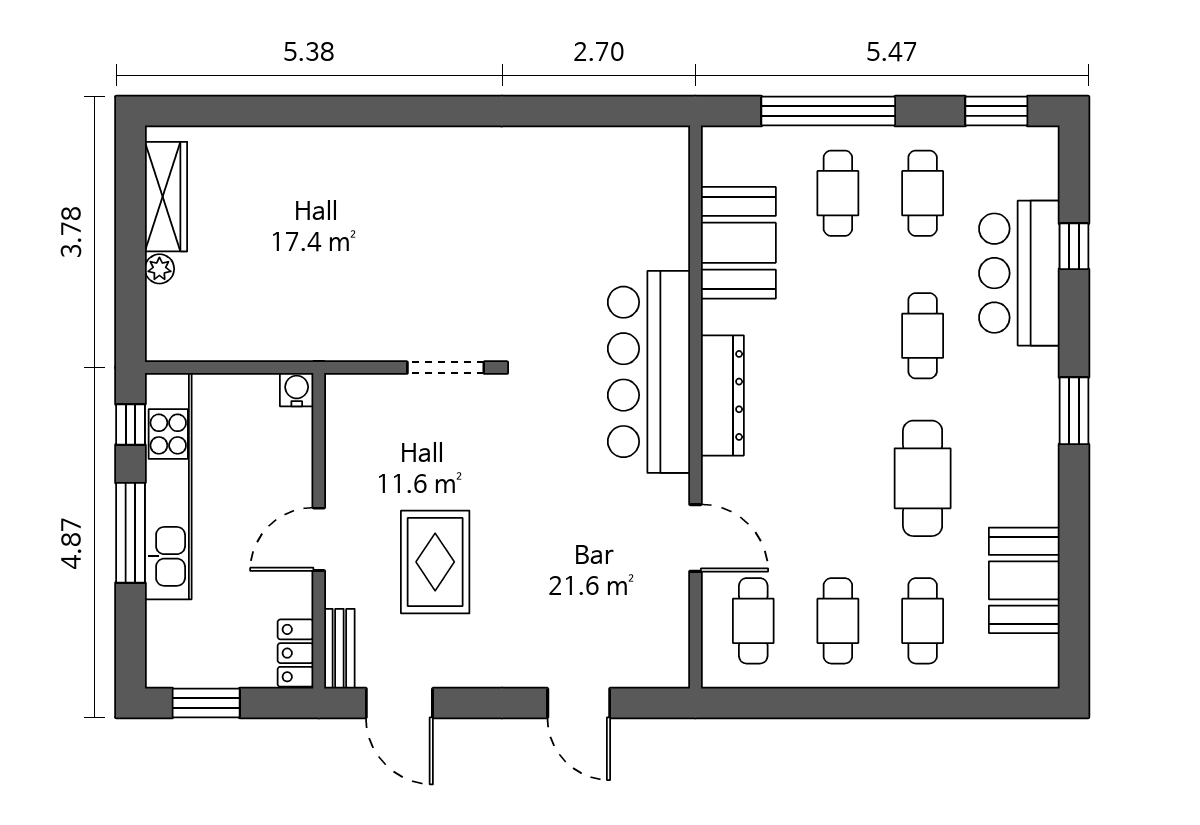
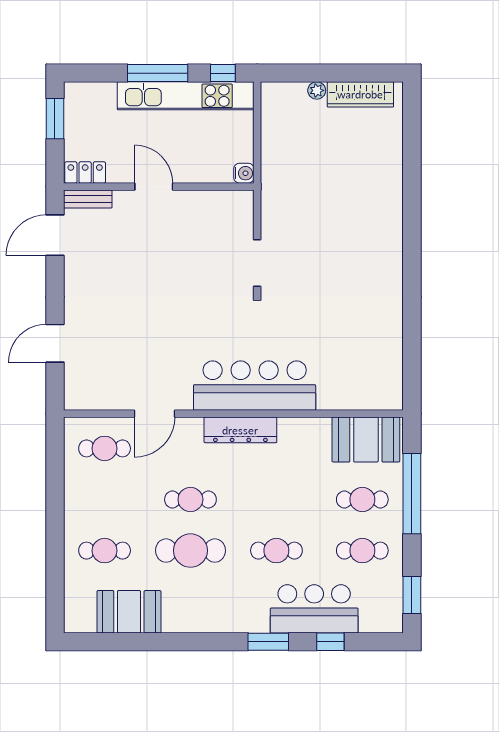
booth: (738, 243) -> (366, 439), moved
window: (1074, 411) -> (268, 642), moved
rug: (435, 562) -> (140, 257), removed
cafe table: (838, 621) -> (190, 500), moved

